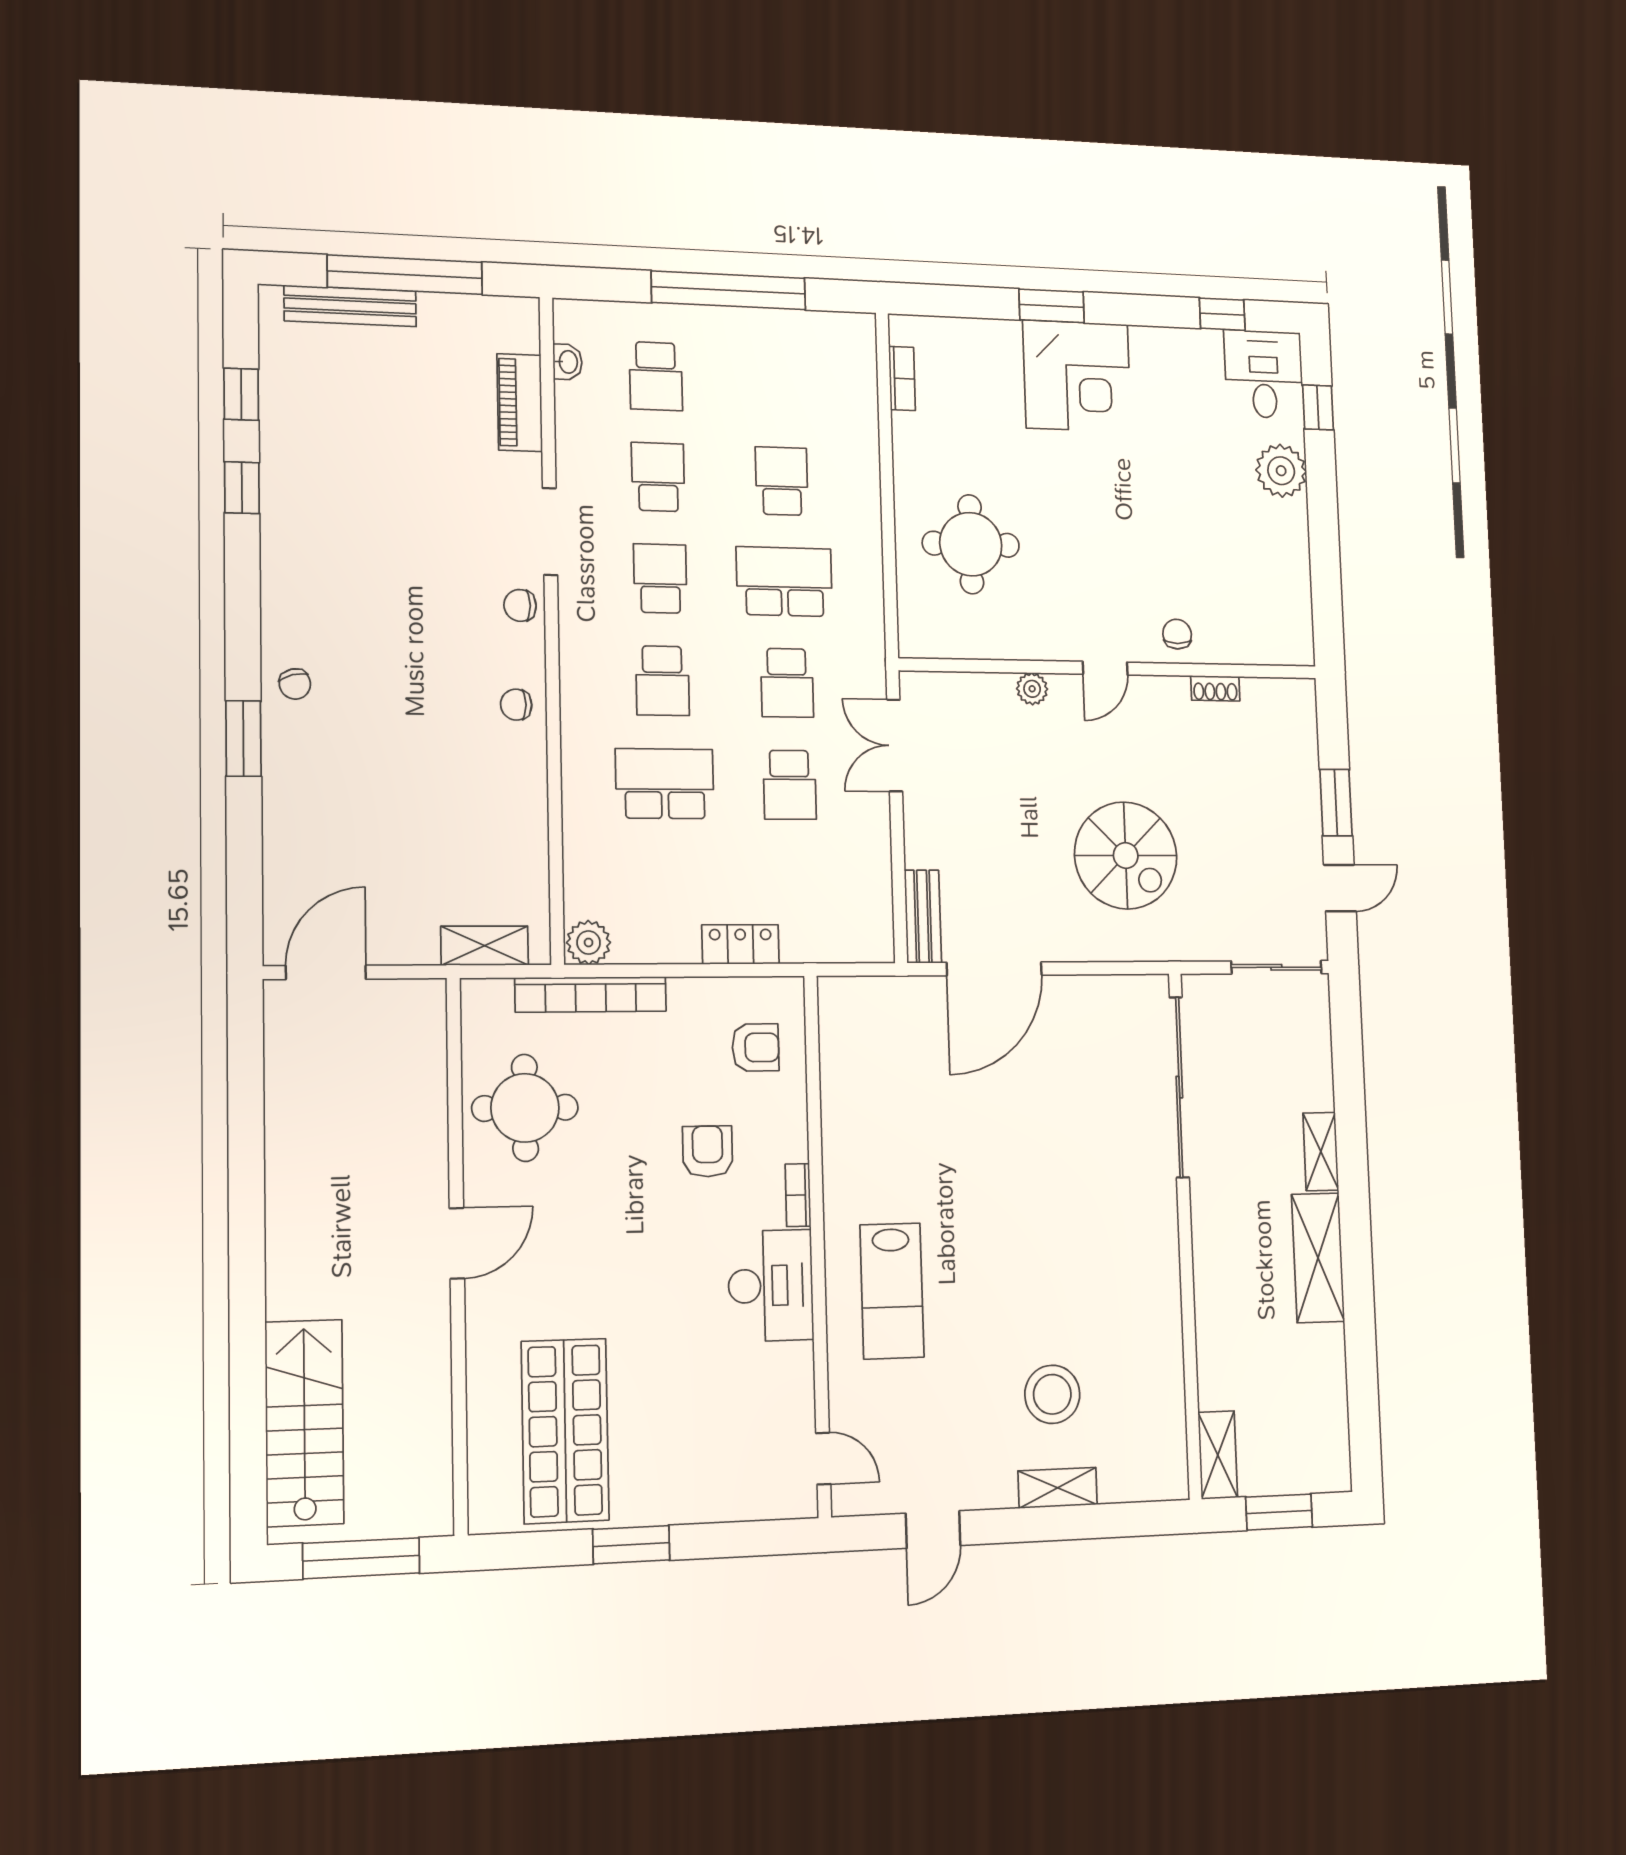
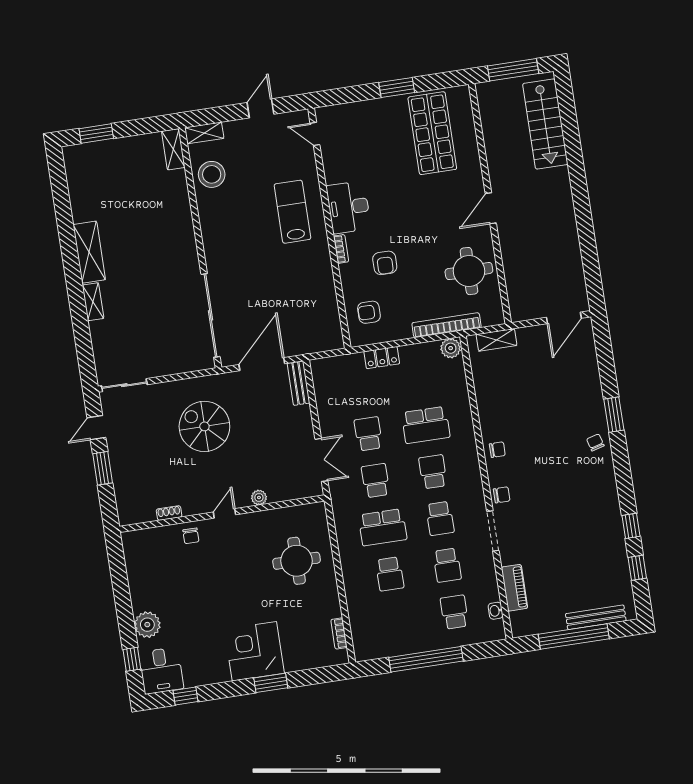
sliding door: (1179, 1087) -> (211, 315), moved
wall: (1185, 1234) -> (200, 248), moved
shelving: (1218, 1455) -> (173, 149), moved

